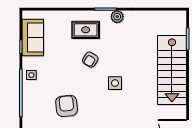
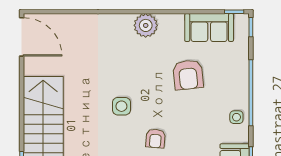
armchair: (90, 60) -> (155, 138), turned 153

